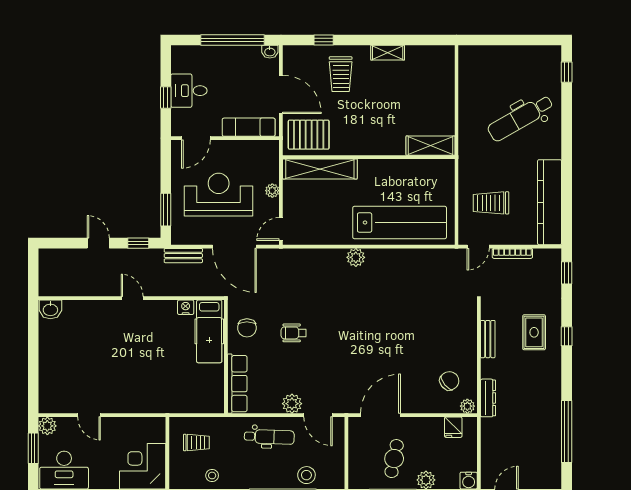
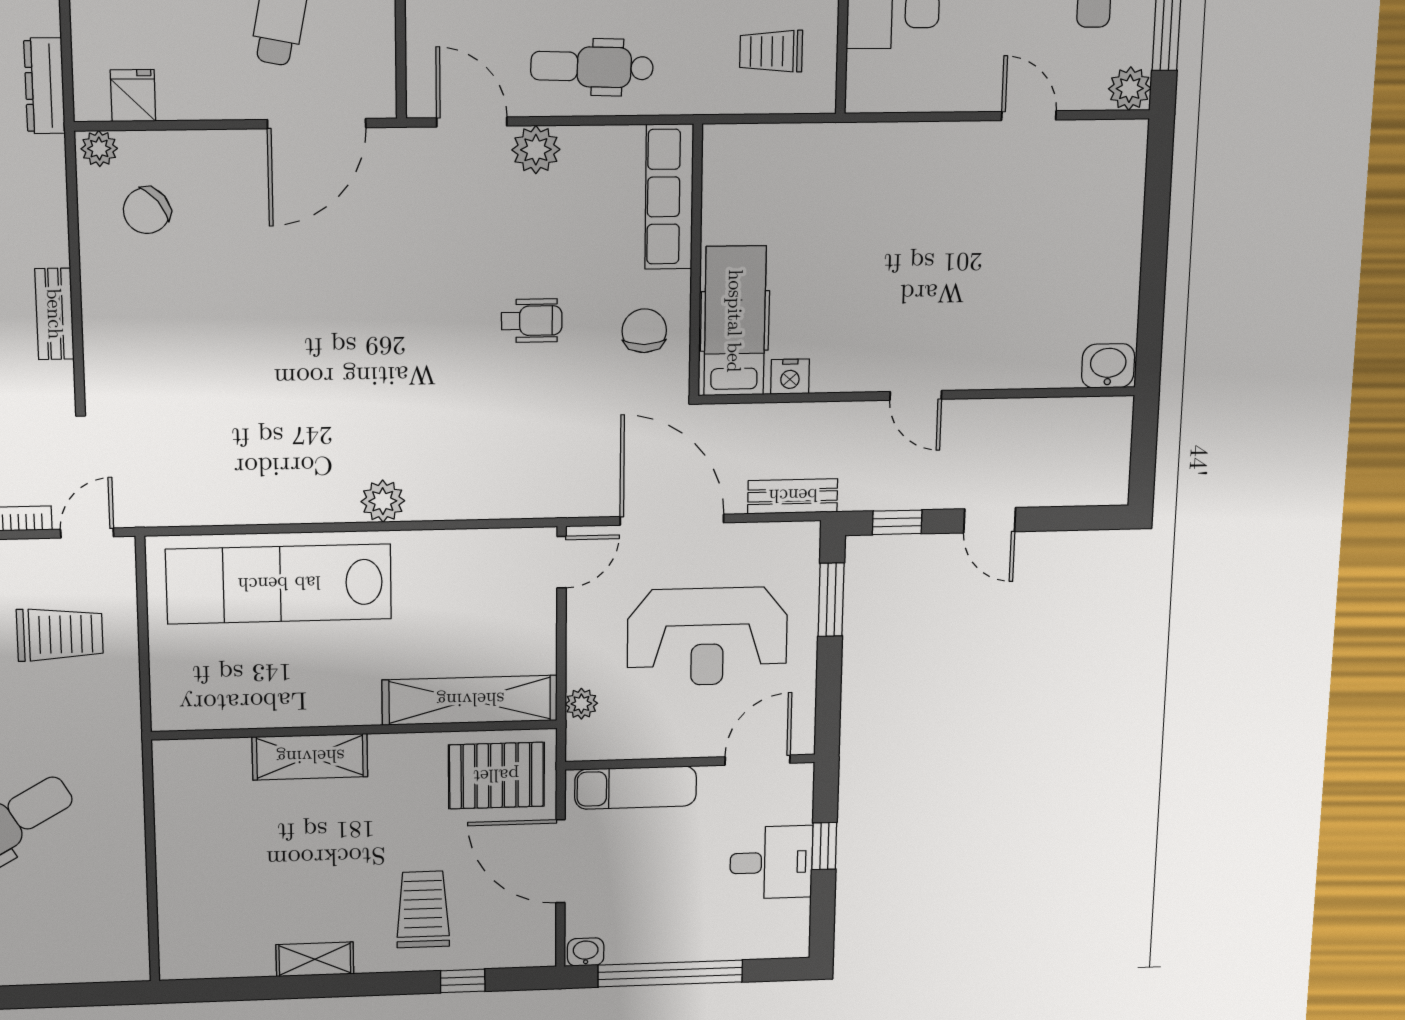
shelving: (430, 146) -> (310, 757), moved
plant: (272, 191) -> (581, 704), moved
dresser: (488, 398) -> (45, 86), moved

